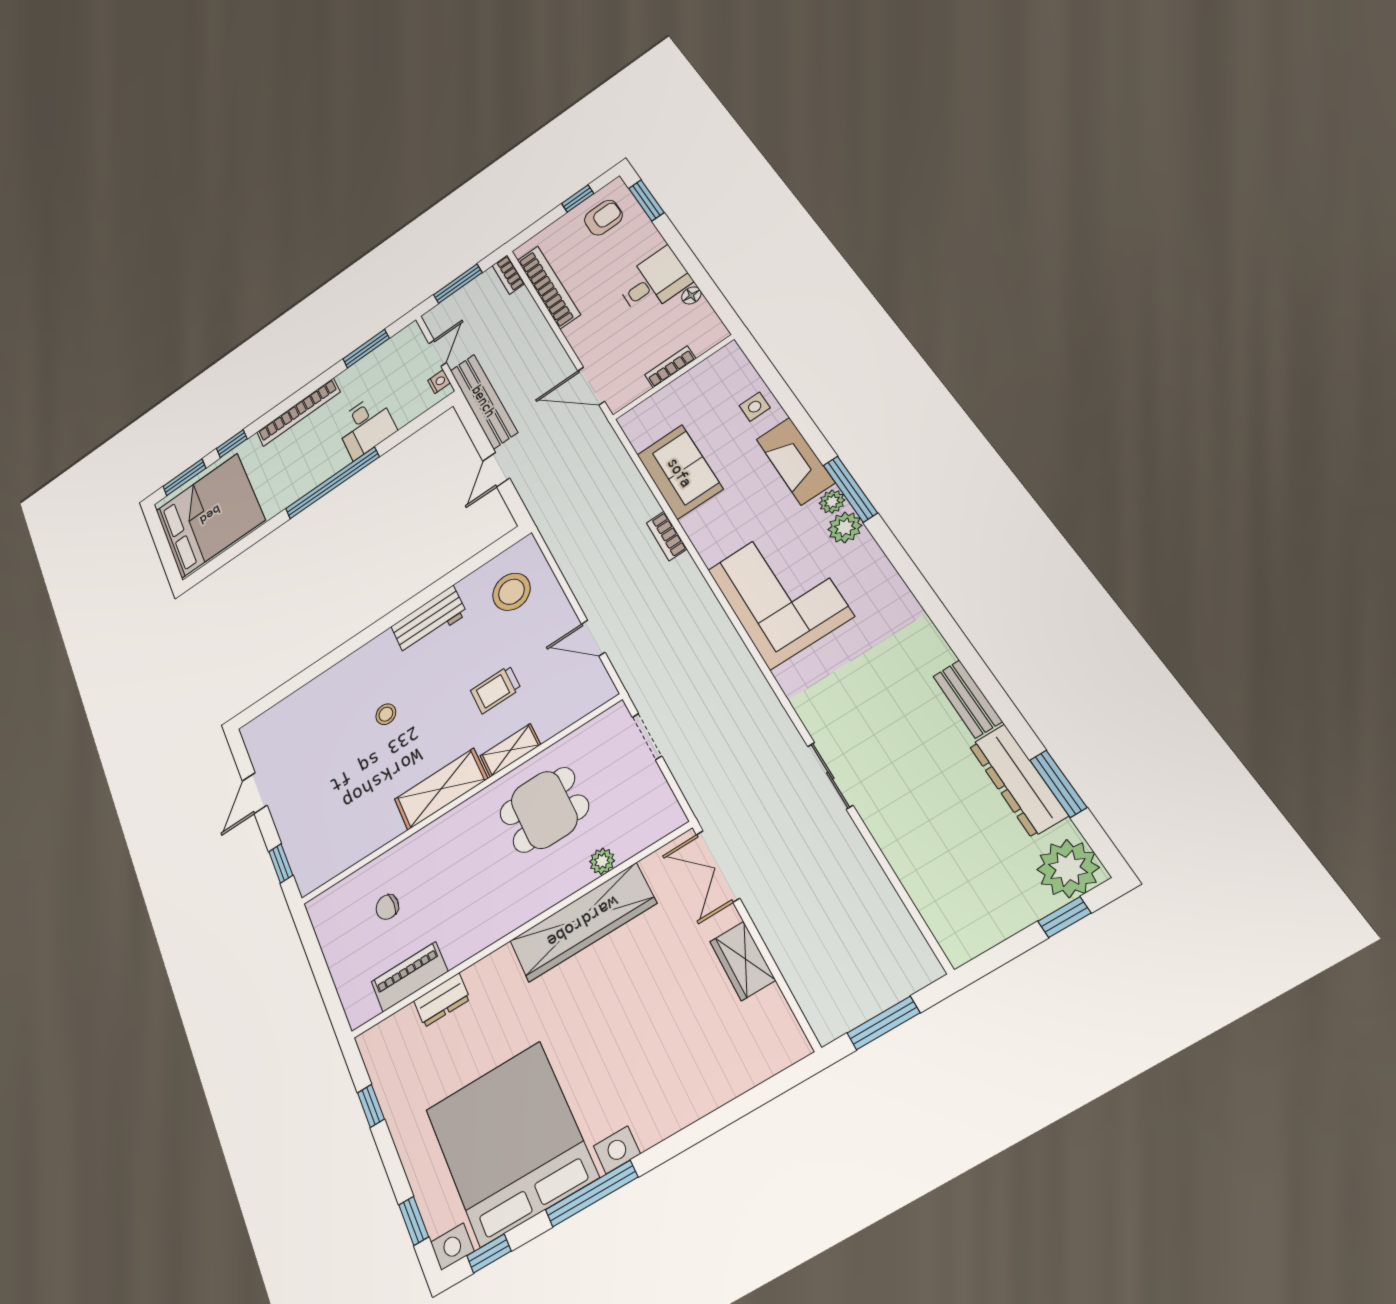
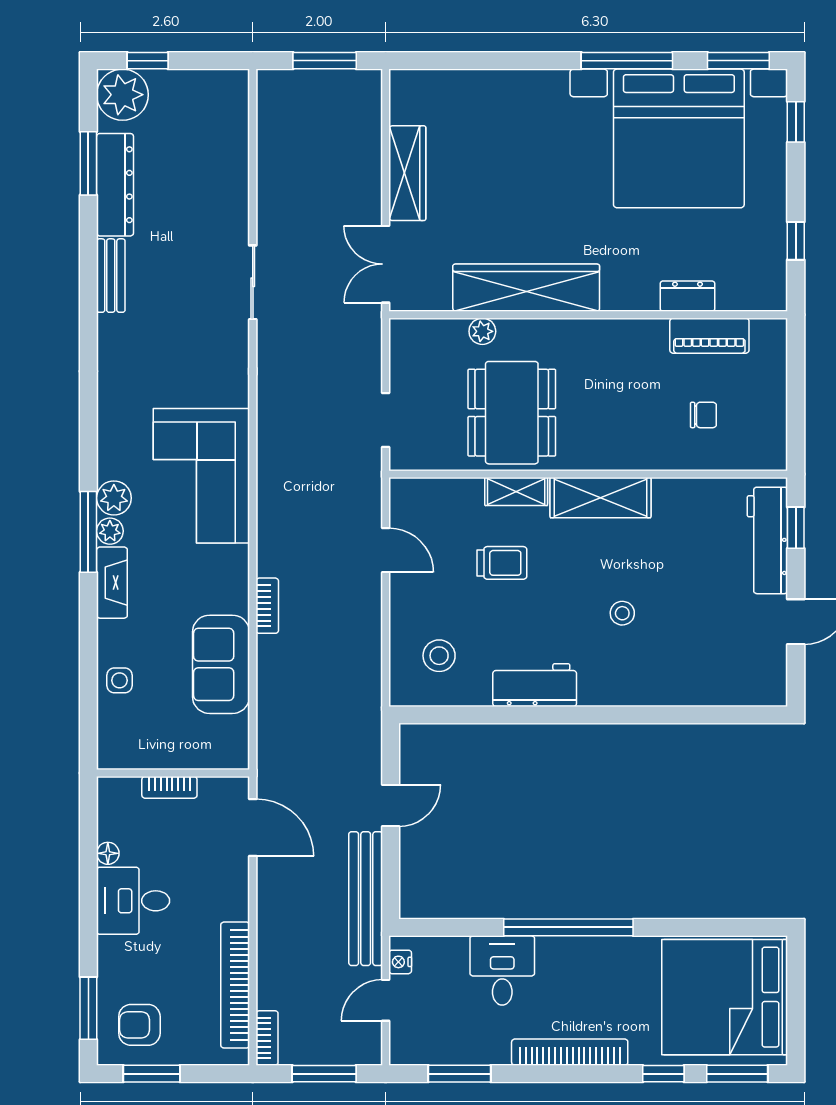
window: (578, 199) -> (152, 1074), width x1.50
fireplace: (795, 461) -> (112, 583), width x0.73, depth x0.76
stool: (511, 592) -> (439, 656), width x0.73, depth x0.73
dining table: (544, 810) -> (512, 413), width x1.37
workbench: (298, 840) -> (767, 540), added
double door: (718, 866) -> (386, 264), swing flipped
wardrobe: (743, 961) -> (407, 173), width x1.50
window: (489, 1253) -> (738, 61), width x1.50

